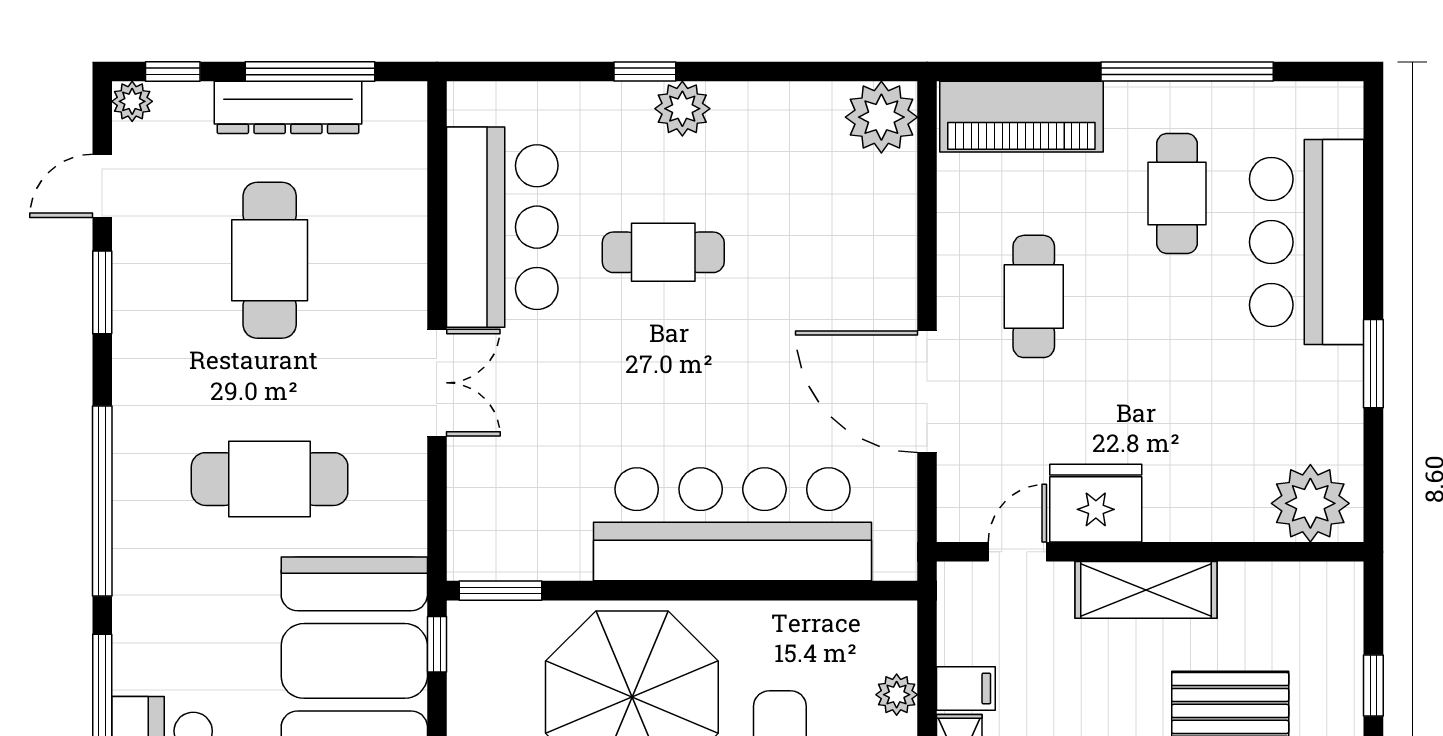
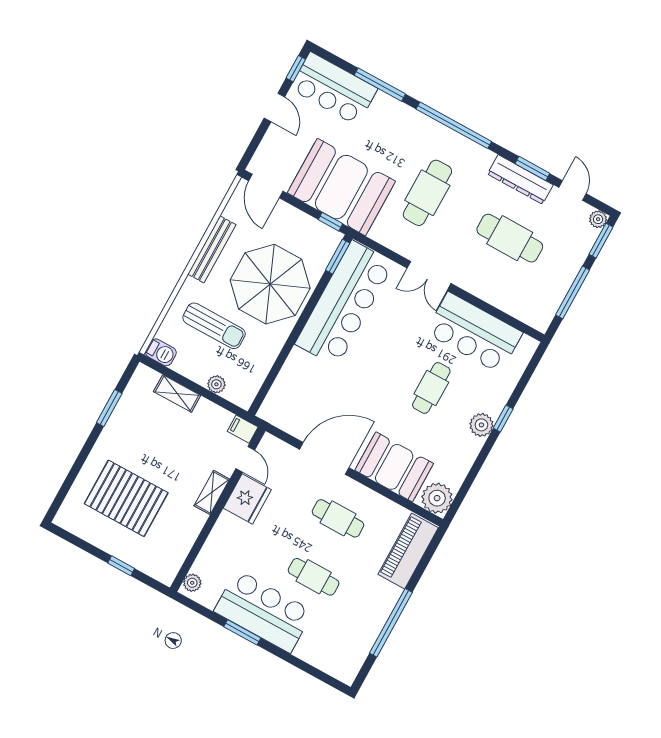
window: (173, 71) -> (601, 241), width x1.50
dresser: (288, 107) -> (520, 179), moved, turned -90
cafe table: (1177, 194) -> (314, 577), moved
booth: (866, 239) -> (394, 467), added
bar counter: (1307, 242) -> (263, 611), moved
plant: (1310, 503) -> (192, 583), width x0.53, depth x0.53
bar counter: (733, 524) -> (344, 303), moved
shelving: (1146, 590) -> (212, 492), width x0.67, depth x0.75
filing cabinet: (966, 689) -> (243, 429), moved, turned 90

